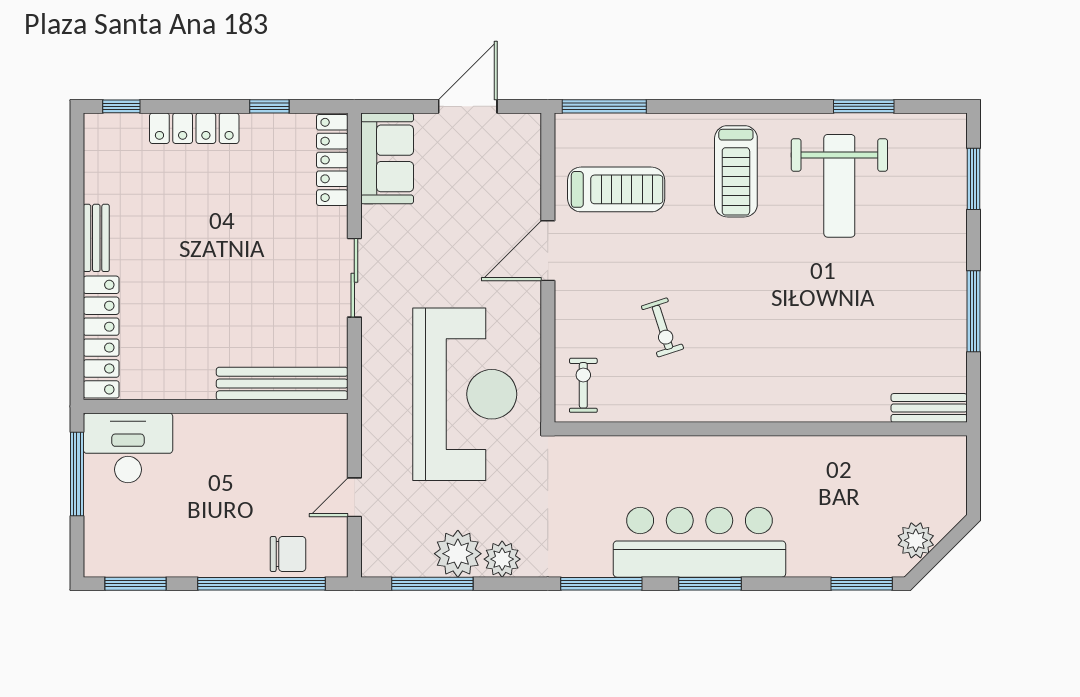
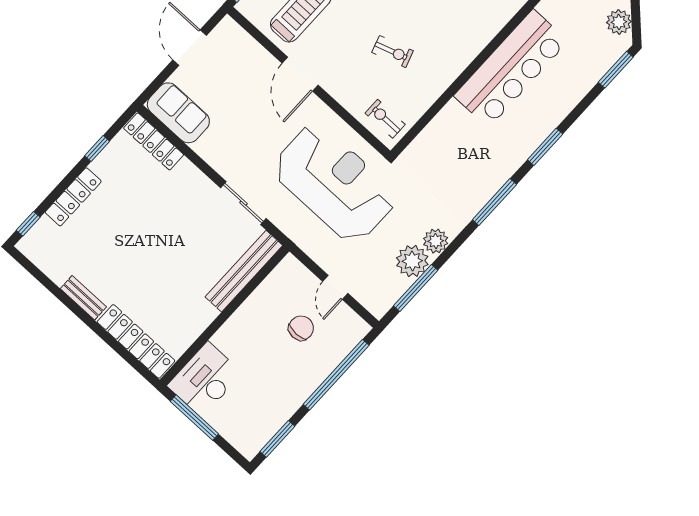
sliding door: (354, 278) -> (243, 203), moved
bar counter: (699, 542) -> (511, 68), moved, turned 180
chair: (288, 554) -> (301, 328), moved

